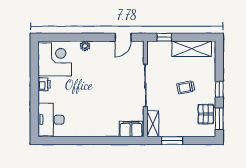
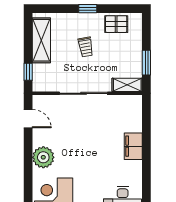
plant: (85, 46) -> (43, 157), width x1.88, depth x1.88
window: (219, 119) -> (122, 9), removed
filing cabinet: (131, 129) -> (133, 146), moved

